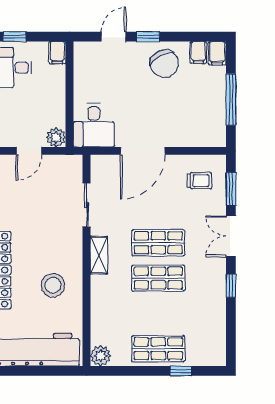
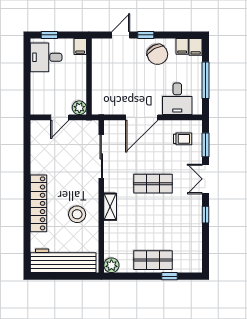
desk: (94, 125) -> (177, 99), moved
sliding door: (86, 205) -> (101, 156), width x1.37
shelving: (99, 255) -> (110, 207), moved
shop shelf: (158, 278) -> (153, 209), removed

